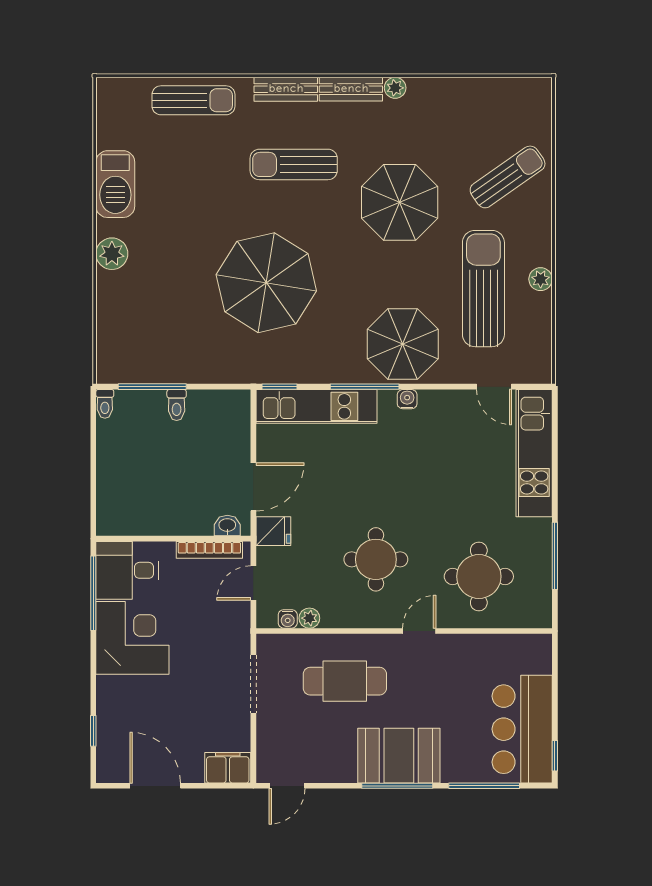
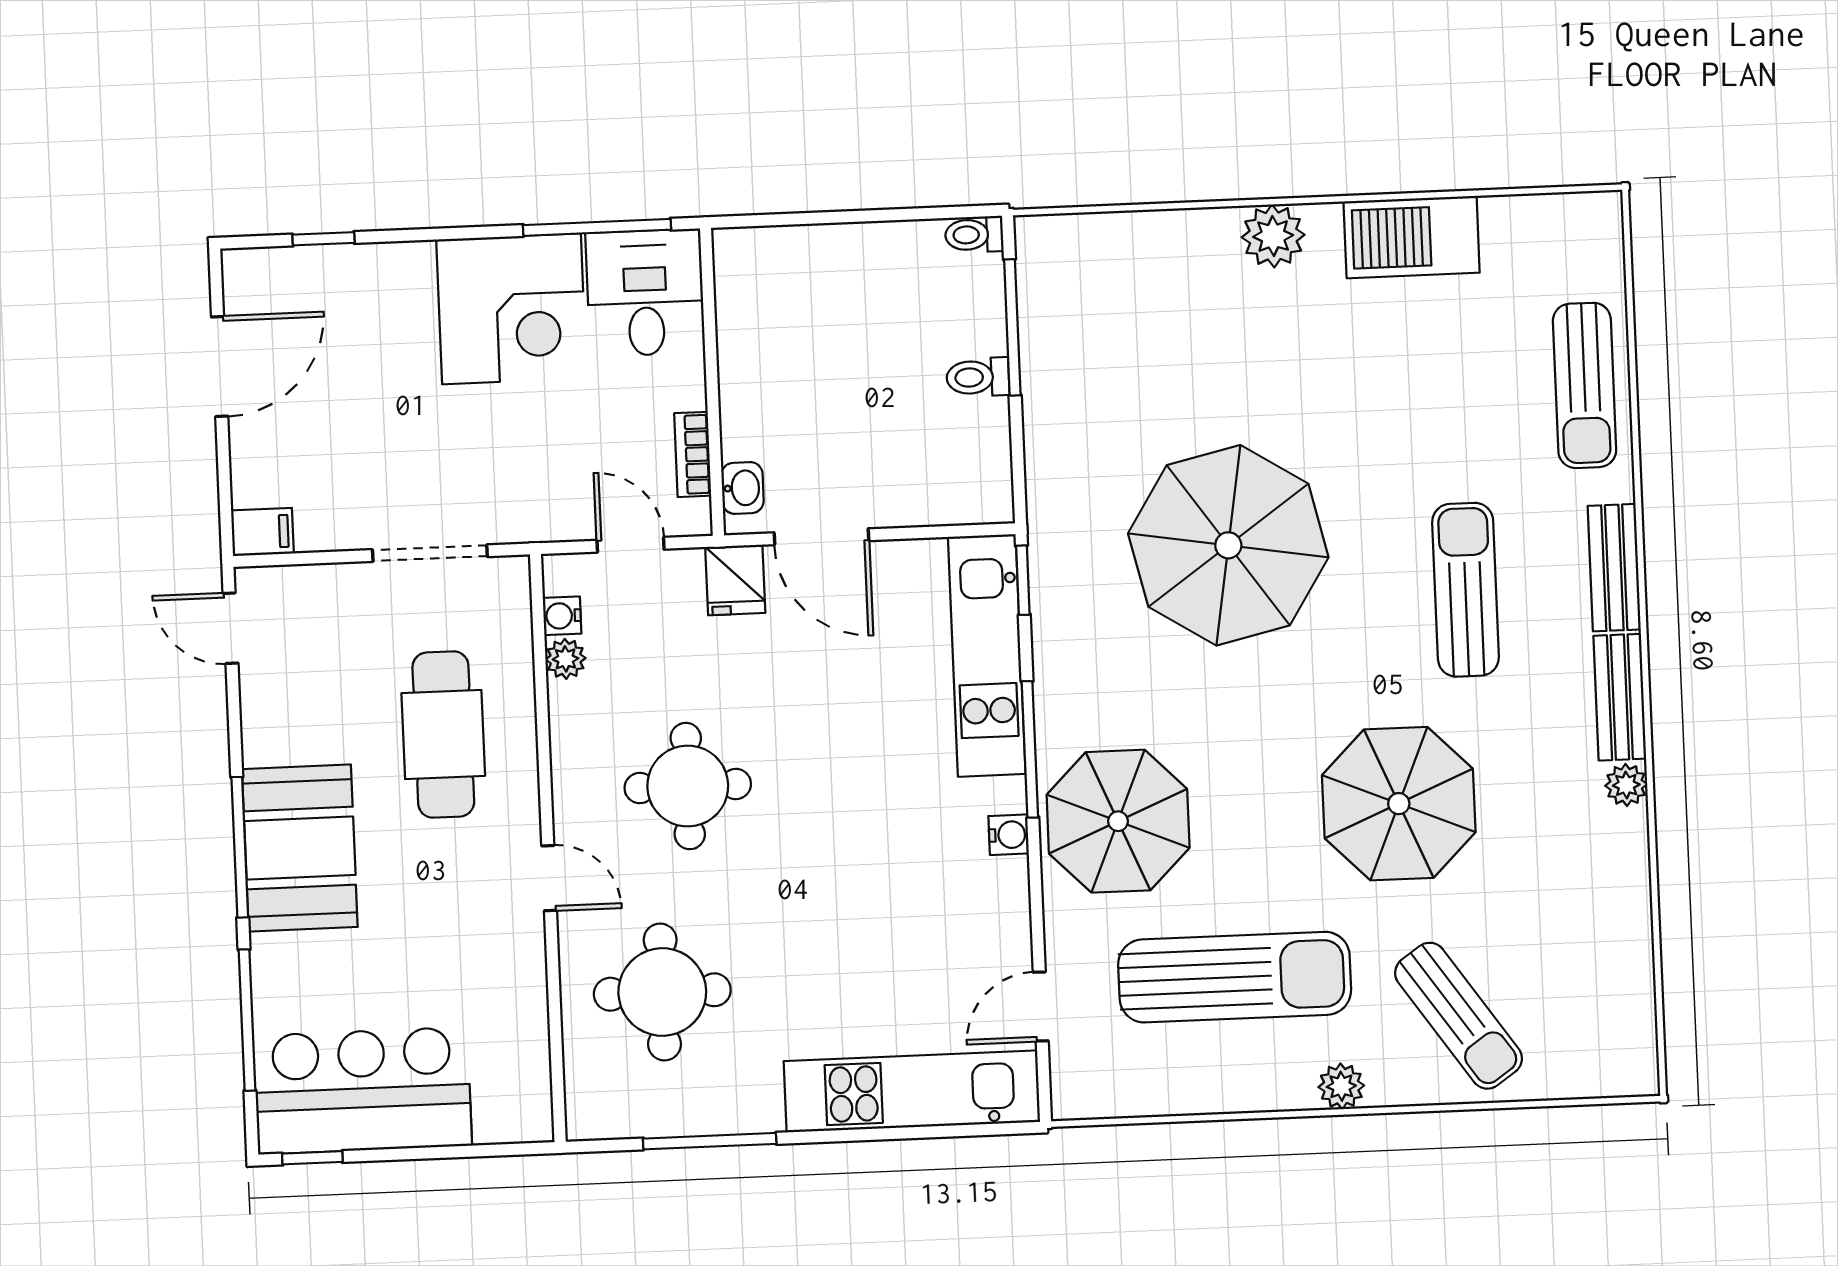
plant: (541, 279) -> (1341, 1086), moved
bookcase: (209, 550) -> (693, 454), width x0.64
filing cabinet: (228, 768) -> (262, 532), width x0.50

